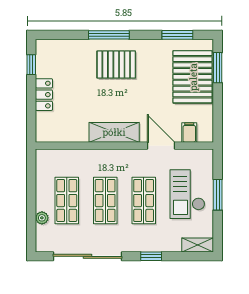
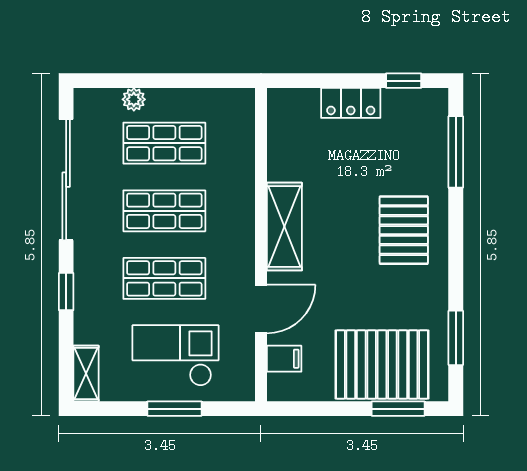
window: (109, 35) -> (456, 152), moved

